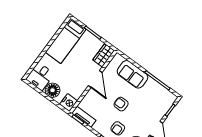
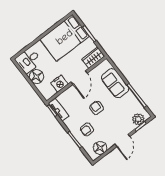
bed: (66, 41) -> (65, 38), width x1.50
nightstand: (69, 103) -> (59, 84), moved
plant: (166, 104) -> (138, 119), added

